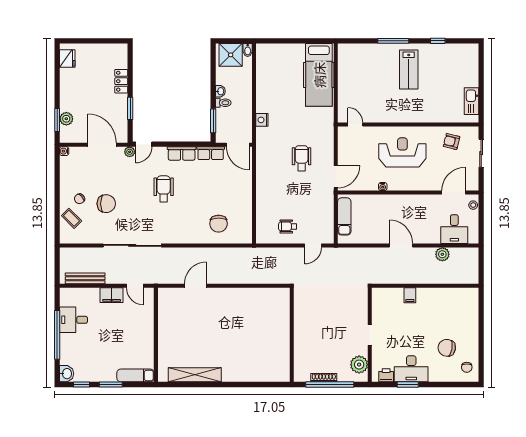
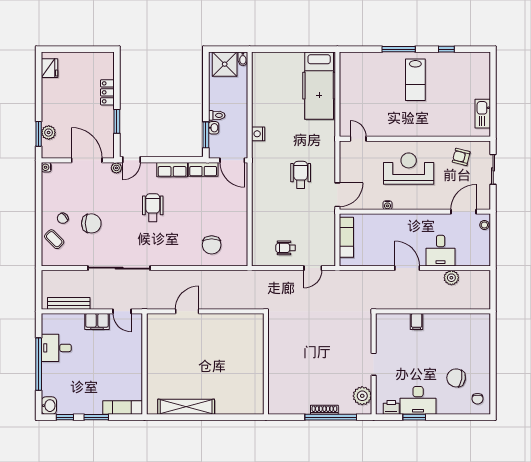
washbasin: (220, 91) -> (214, 128), moved
desk: (454, 229) -> (441, 251), moved
wall: (292, 335) -> (266, 364), moved

